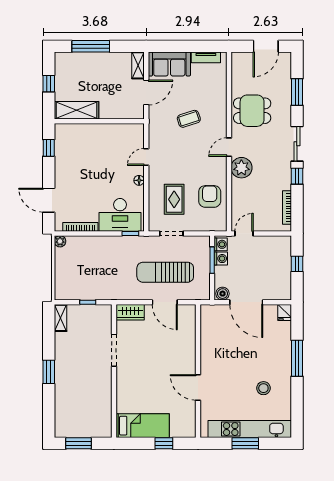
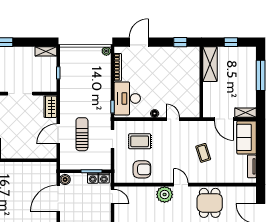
sun lounger: (165, 272) -> (82, 134), width x0.73, depth x0.75

